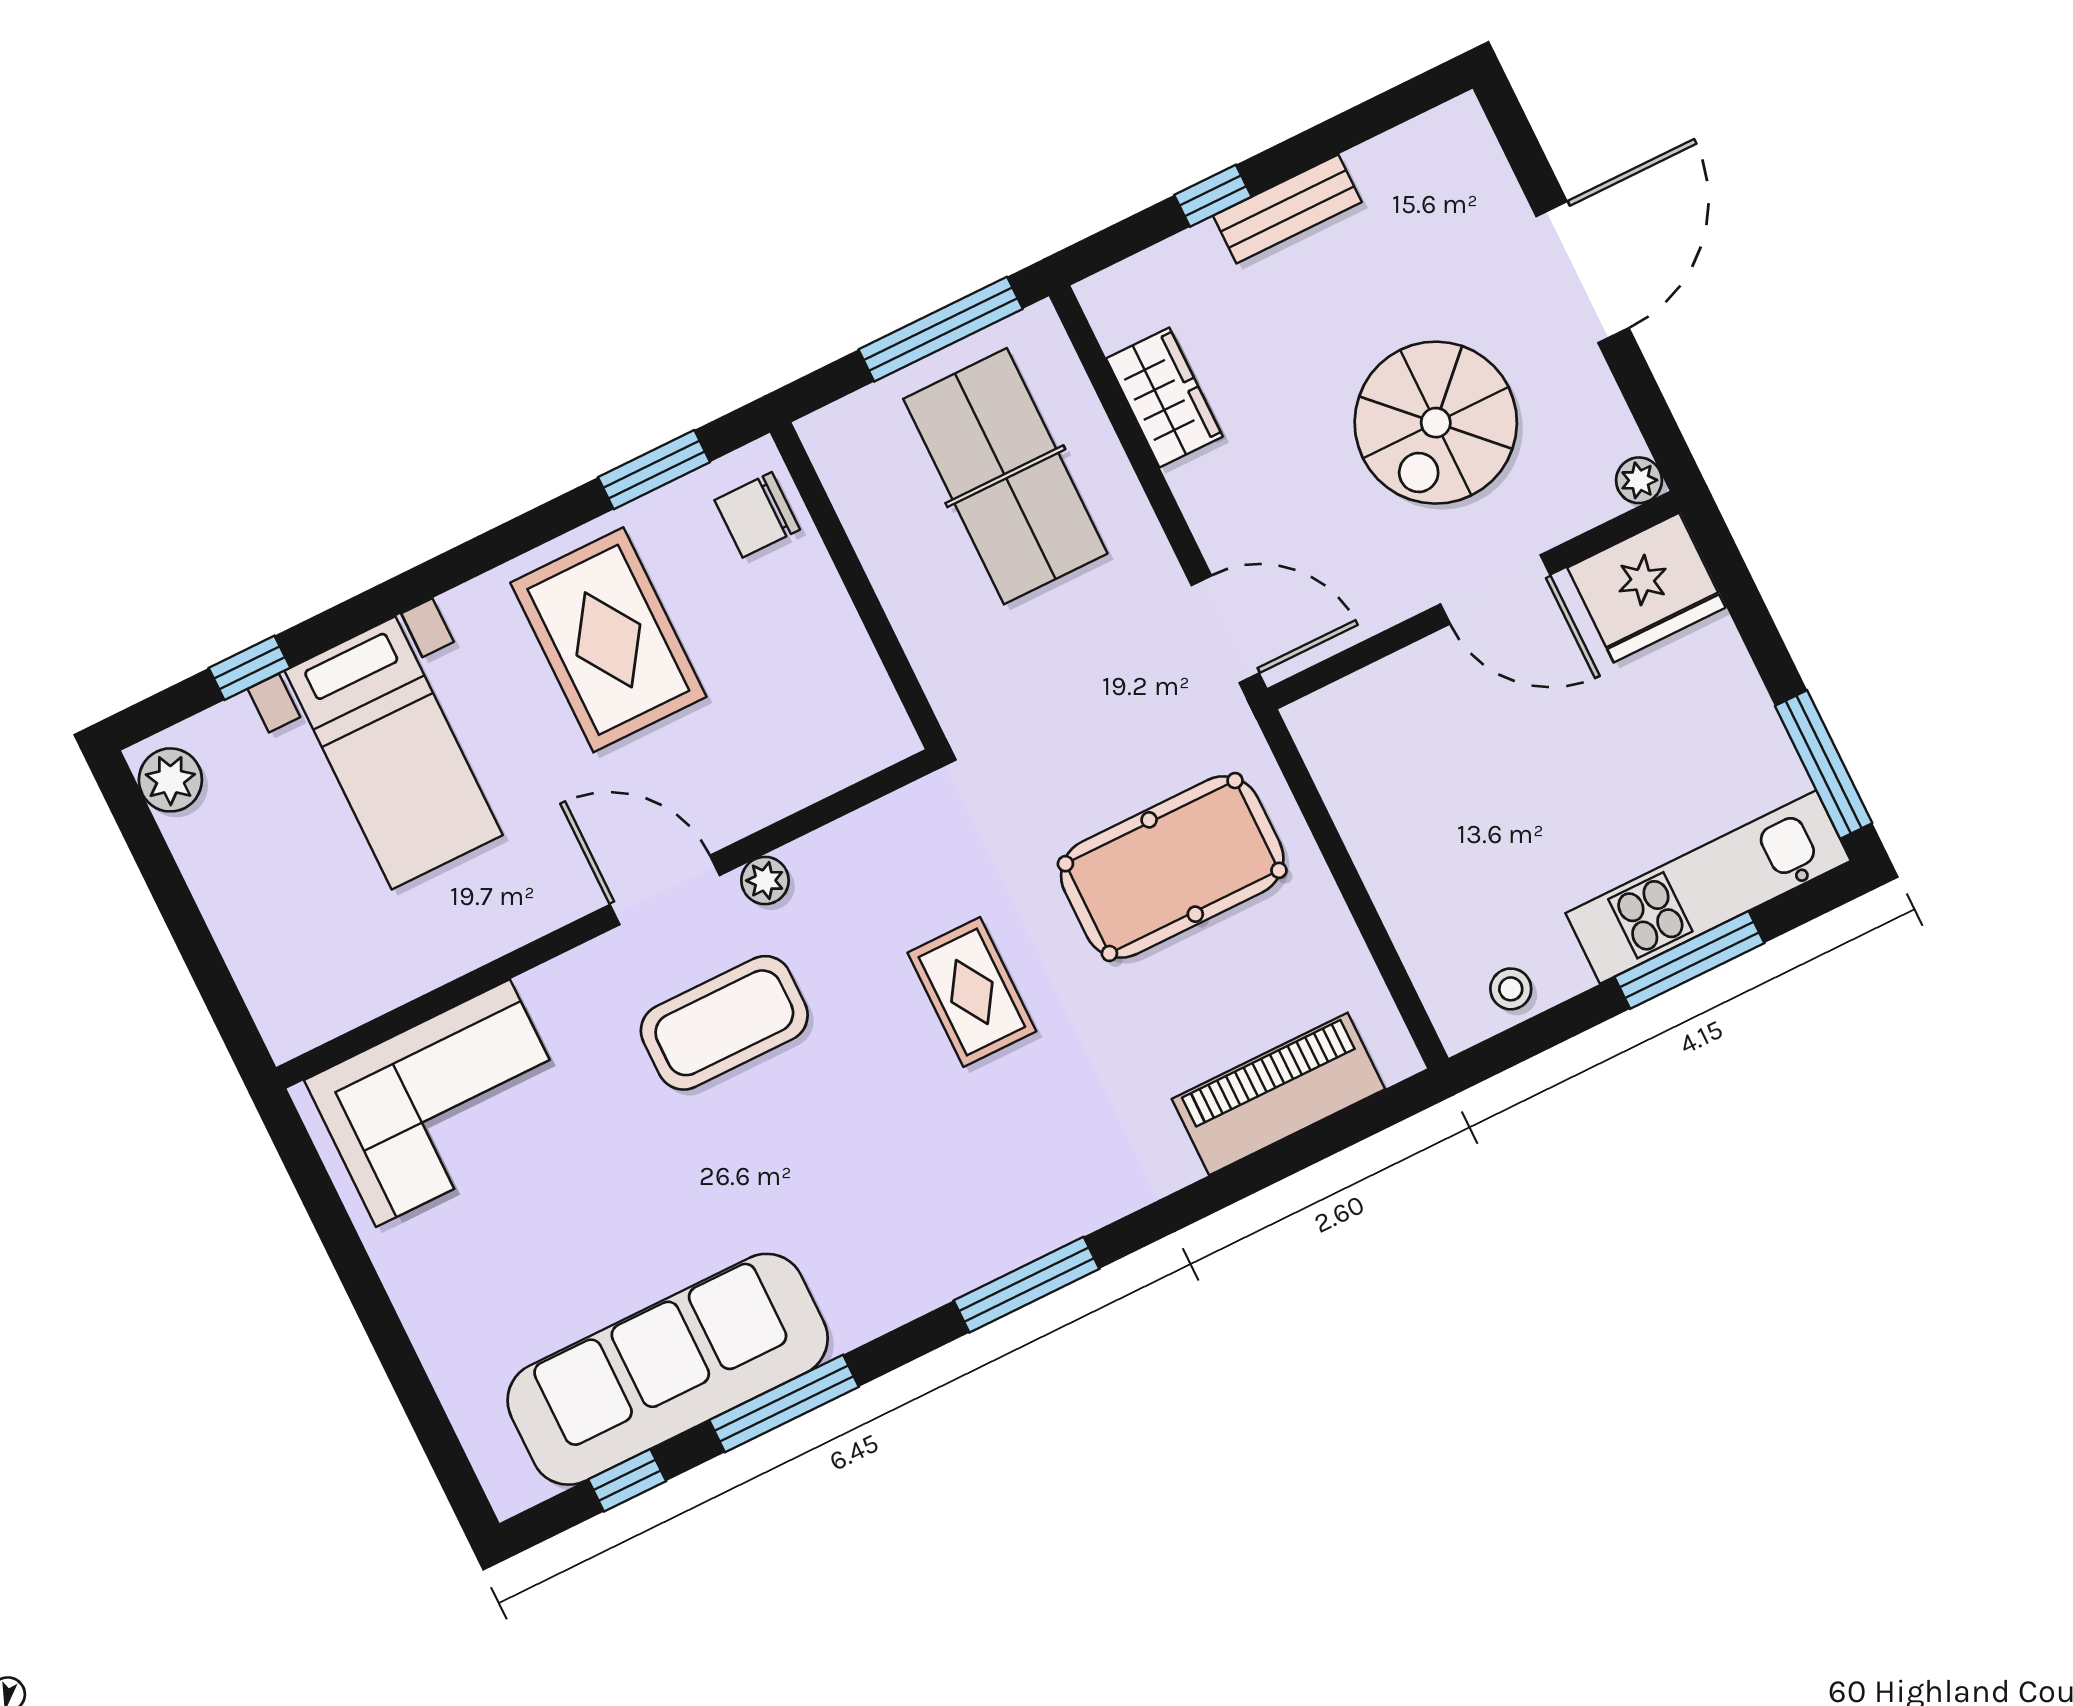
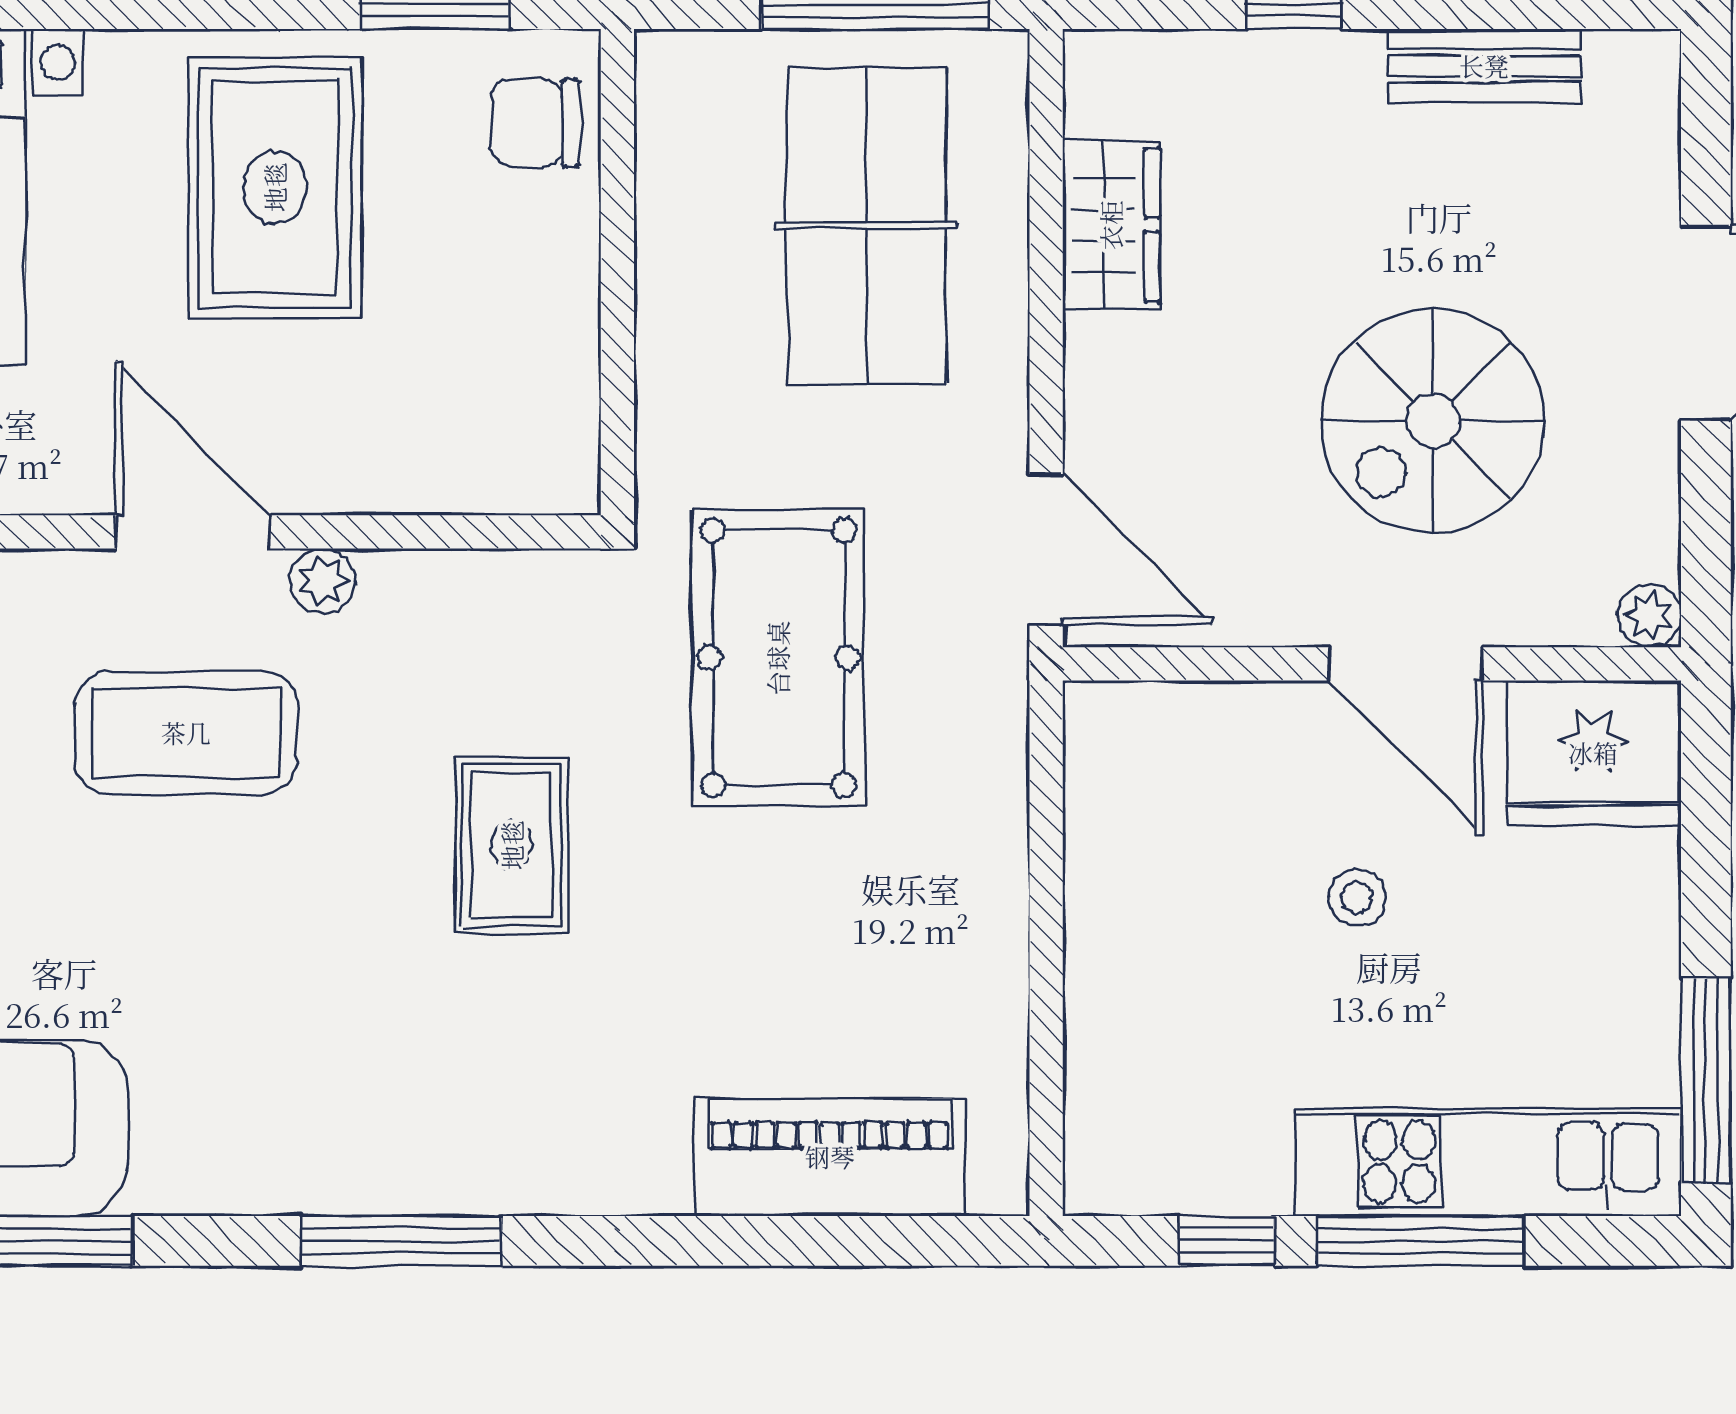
bench: (1287, 209) -> (1484, 66), moved
pool table: (1172, 867) -> (778, 658), moved, turned 90
stool: (1511, 989) -> (1357, 898), moved
window: (1563, 1022) -> (1227, 1241), added

